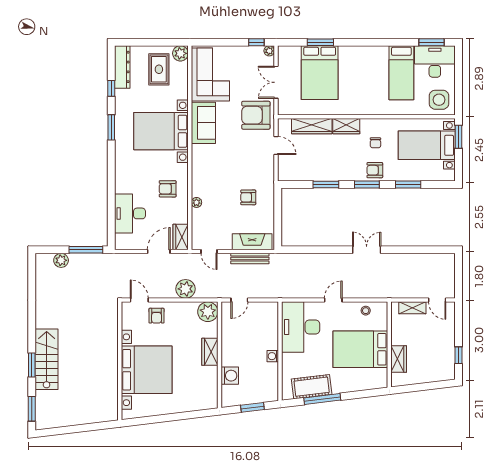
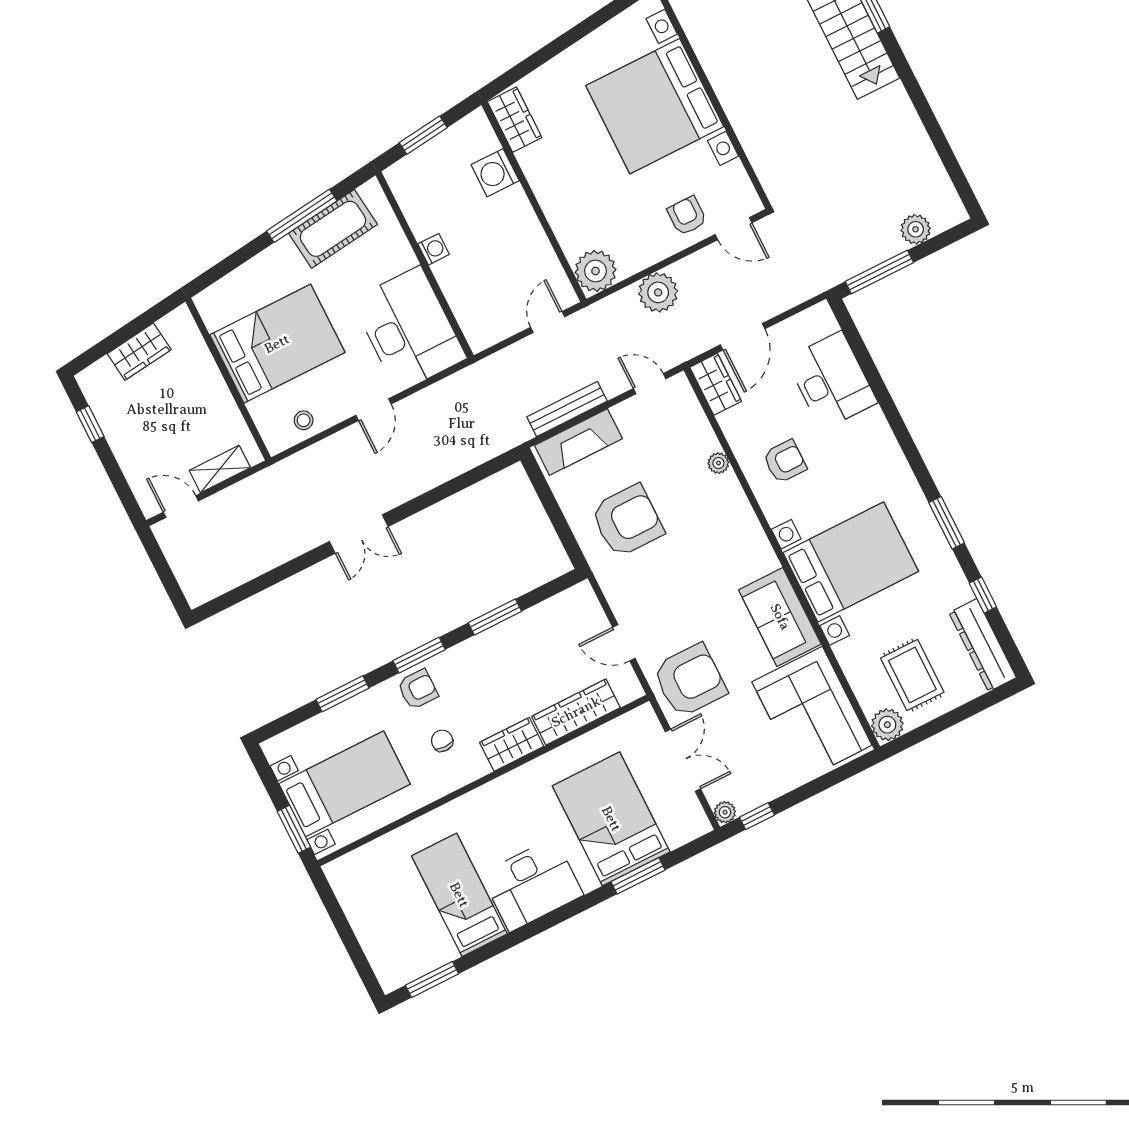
desk: (435, 61) -> (532, 885), moved
side table: (439, 100) -> (364, 880), removed
armchair: (248, 197) -> (627, 521), width x1.88, depth x1.88
wardrobe: (210, 352) -> (514, 120), moved
wardrobe: (399, 359) -> (139, 352), moved, turned -97

